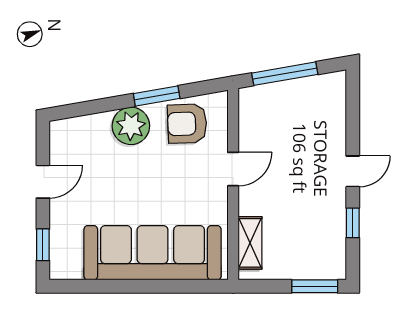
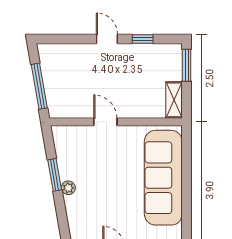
armchair: (187, 124) -> (74, 154), removed
plant: (131, 126) -> (68, 188), width x0.53, depth x0.53
shelving: (250, 243) -> (174, 100), moved, turned 90

